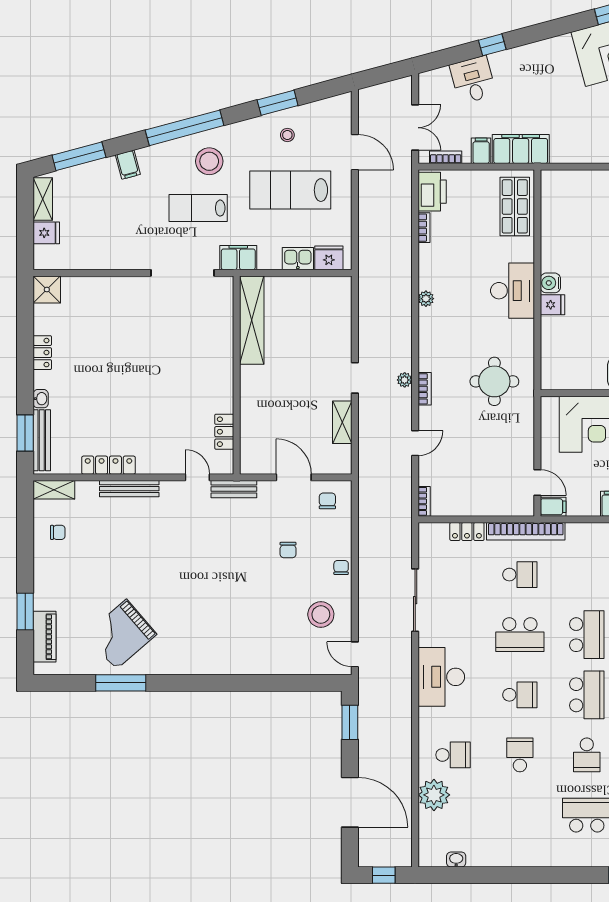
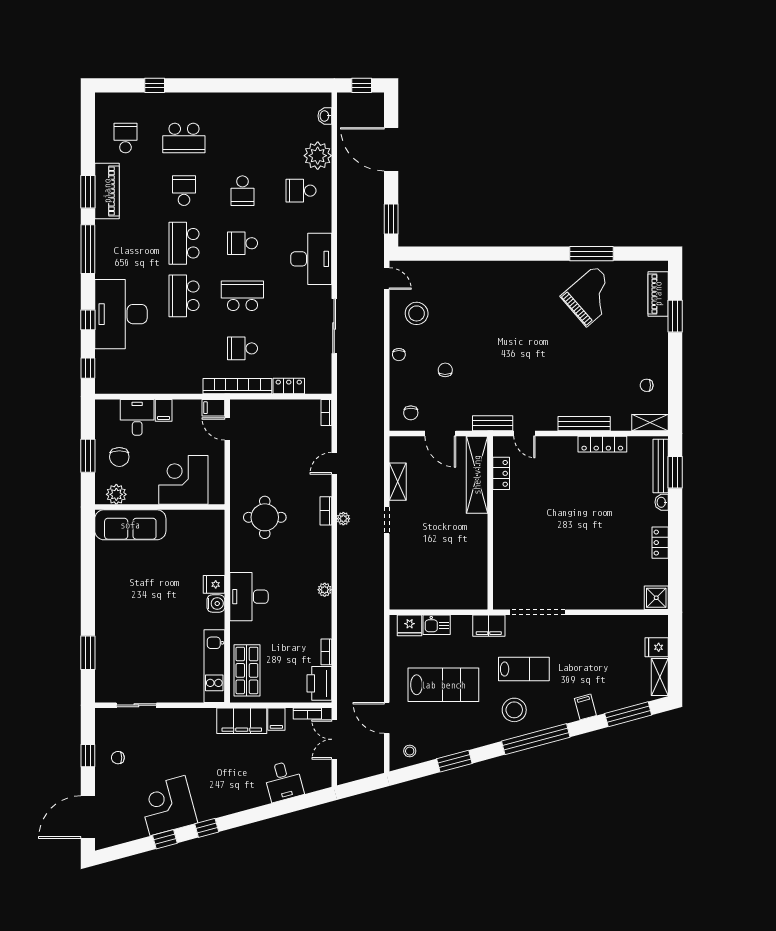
window: (492, 45) -> (207, 828), moved
stool: (287, 135) -> (410, 751), moved
kitchen unit: (552, 211) -> (214, 666), added
shelving: (252, 320) -> (477, 475), moved
washbasin: (456, 859) -> (325, 116), moved, turned 90

